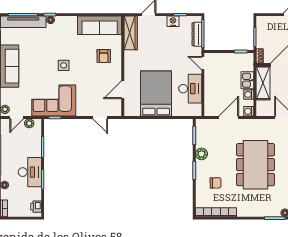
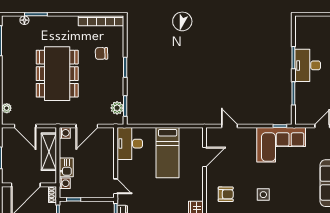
armchair: (104, 56) -> (226, 194), turned 90
side table: (64, 65) -> (263, 195), moved
shelving: (263, 83) -> (49, 152), moved
desk: (190, 89) -> (130, 144), moved
bed: (156, 94) -> (168, 153), width x0.67
washing machine: (249, 94) -> (65, 183), moved
plant: (29, 123) -> (308, 120), removed
plant: (201, 154) -> (117, 108), moved
printer: (36, 207) -> (301, 27), removed

